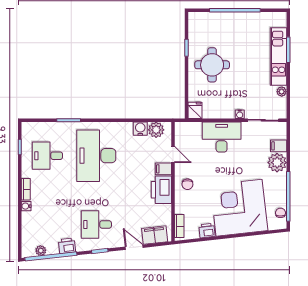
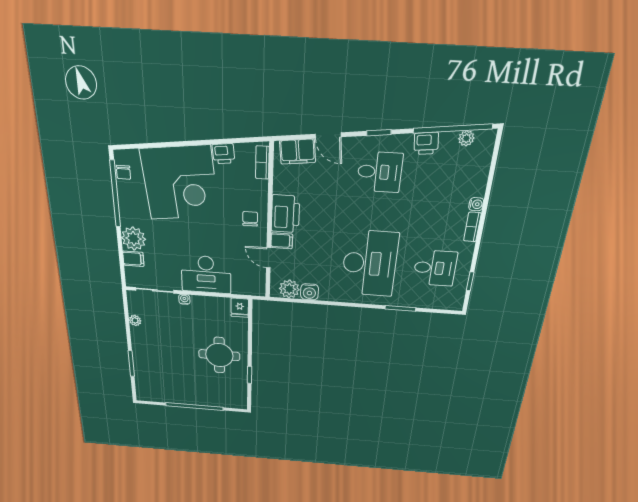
kitchen unit: (278, 56) -> (142, 358), removed

